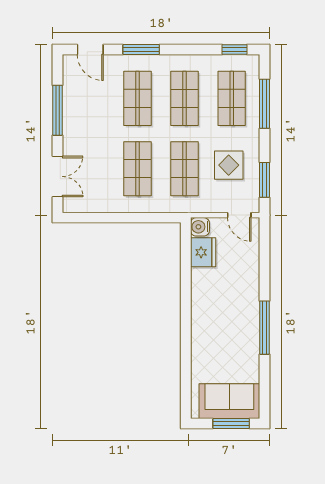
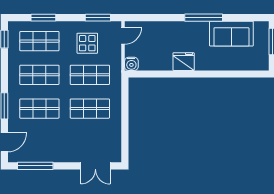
window: (265, 104) -> (43, 18), width x0.69
window: (57, 110) -> (35, 166), moved
double door: (57, 176) -> (95, 166), swing flipped
fridge: (203, 252) -> (184, 62), moved
sofa: (229, 401) -> (231, 34), moved, turned -90

